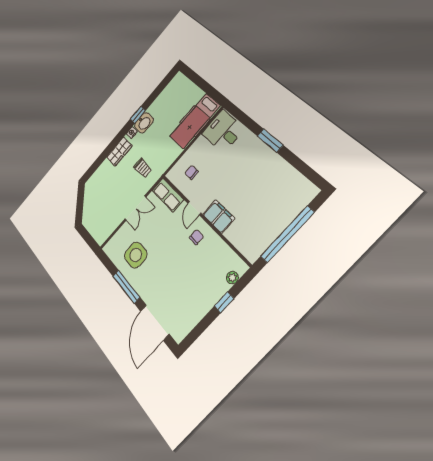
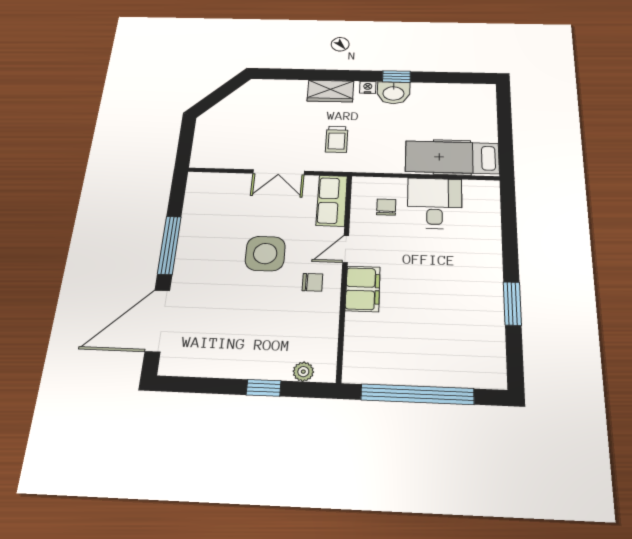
desk: (223, 131) -> (435, 203), moved
window: (270, 141) -> (512, 304), moved
side table: (136, 255) -> (265, 254), moved

